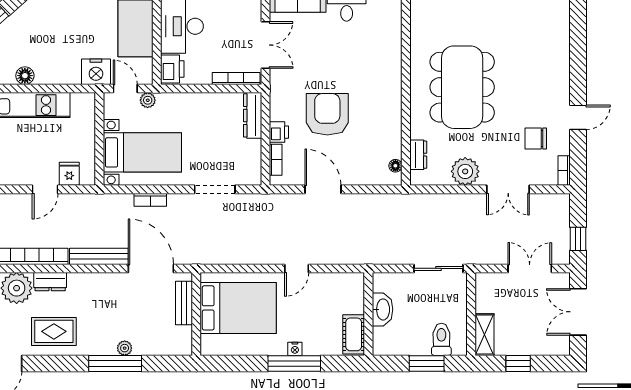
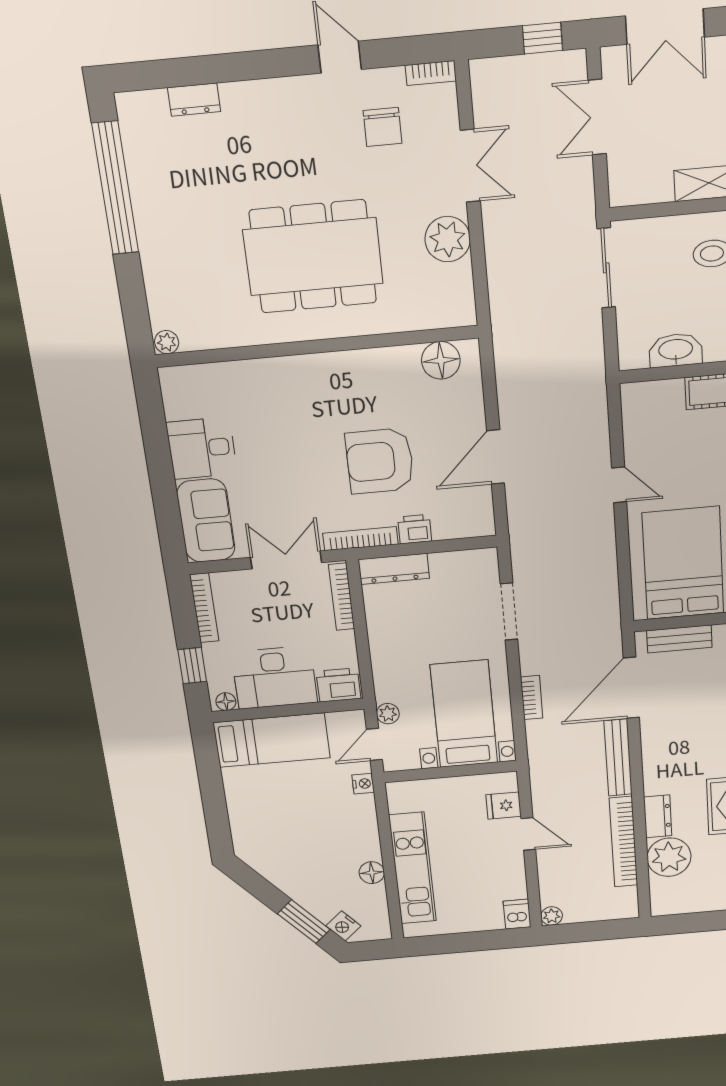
nightstand: (96, 72) -> (363, 784), width x0.53, depth x0.56
dresser: (418, 155) -> (194, 100), moved, turned 180
bookcase: (276, 160) -> (360, 539), moved, width x1.56
floor lamp: (395, 166) -> (441, 360), width x1.89, depth x1.89

